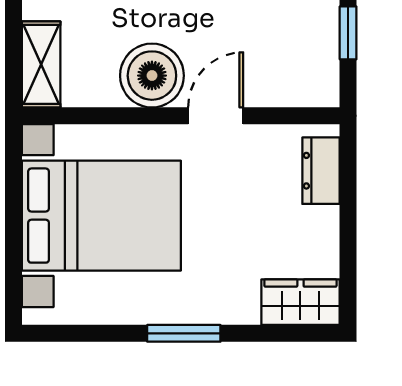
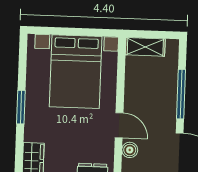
boiler: (152, 76) -> (130, 150), moved, width x0.54, depth x0.54

